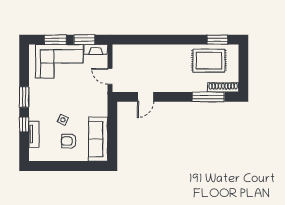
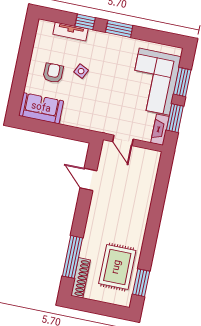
door: (110, 76) -> (123, 140), swing flipped
sofa: (98, 139) -> (41, 108), width x0.73

